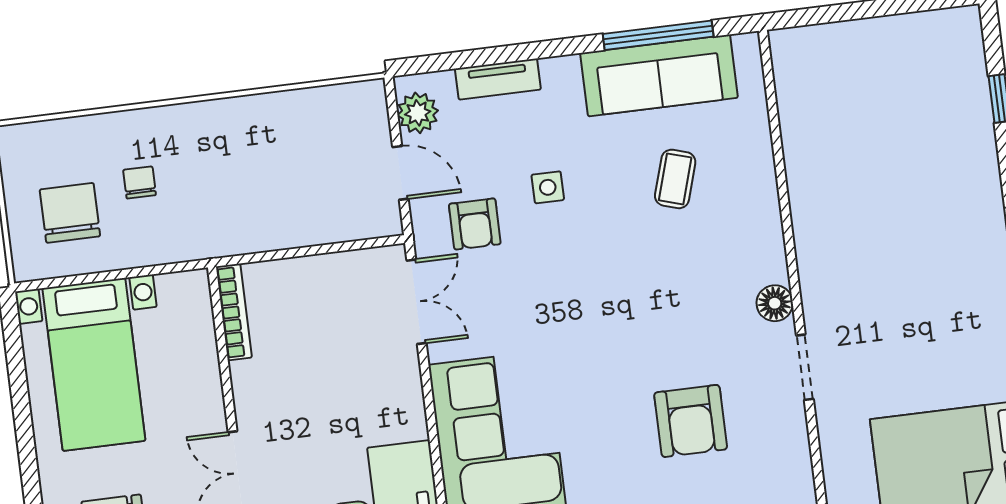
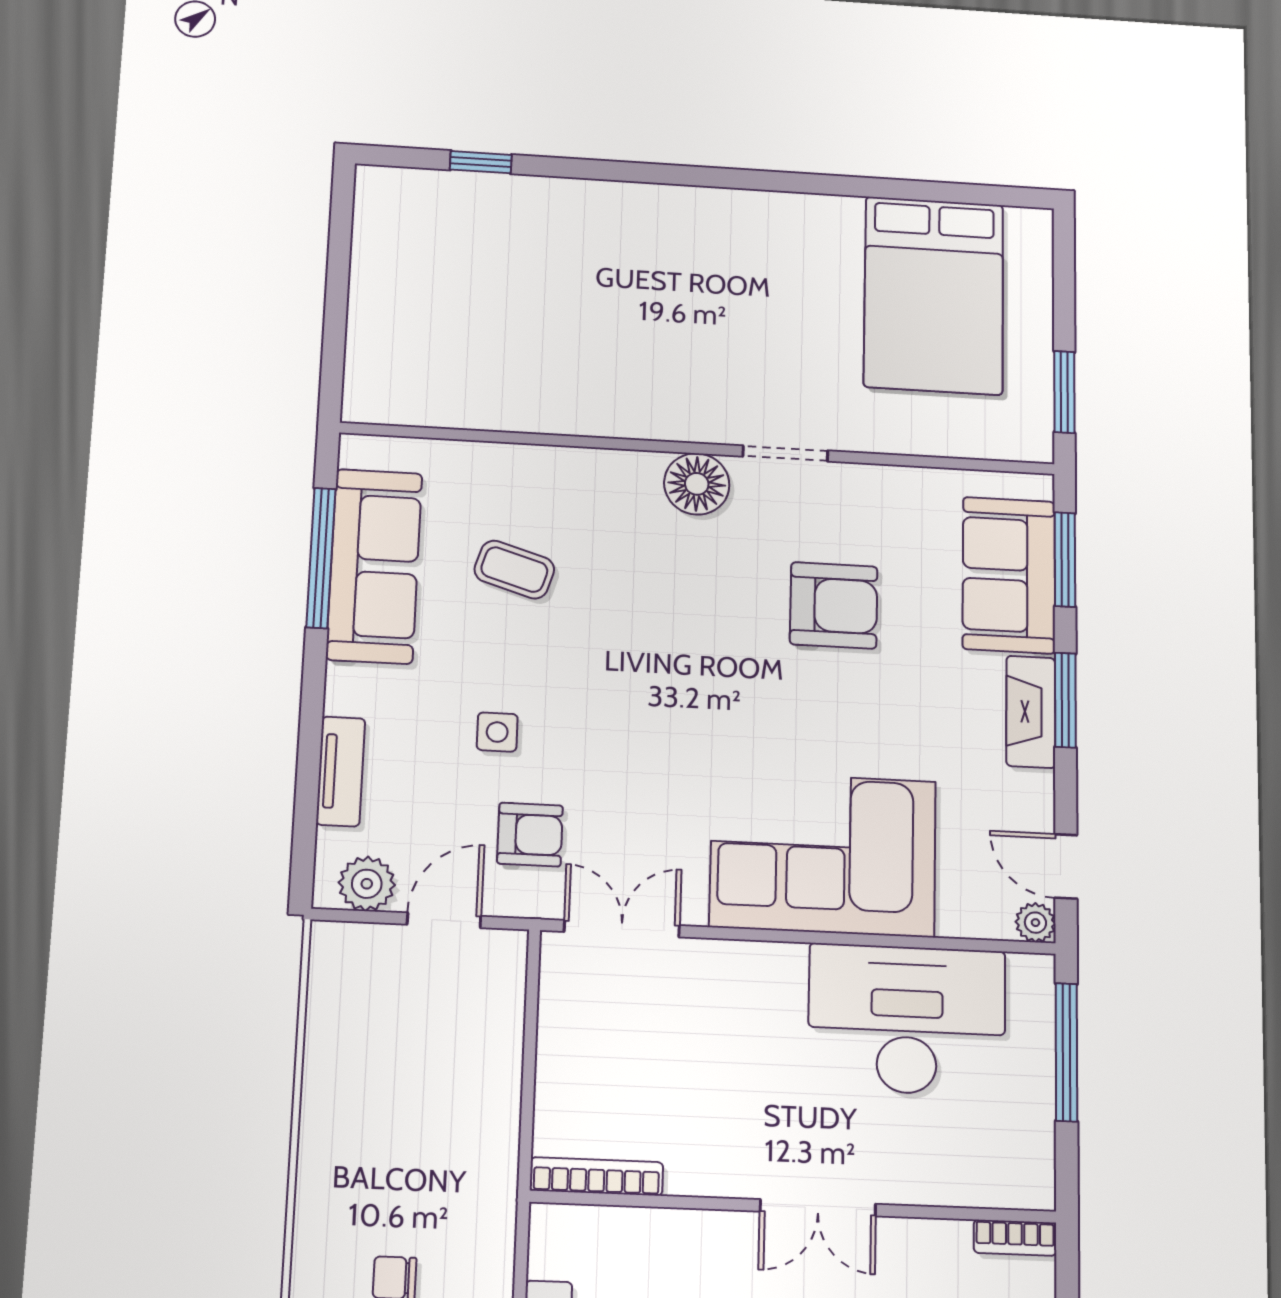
floor lamp: (775, 303) -> (697, 484), width x1.38, depth x1.38

